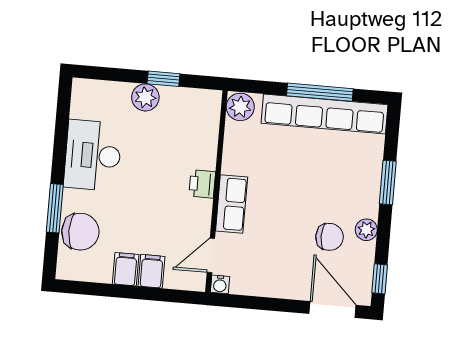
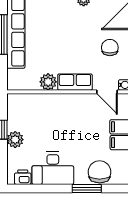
plant: (240, 107) -> (48, 82), moved
printer: (202, 184) -> (23, 177), moved, turned 180
chair: (330, 237) -> (110, 48), moved

